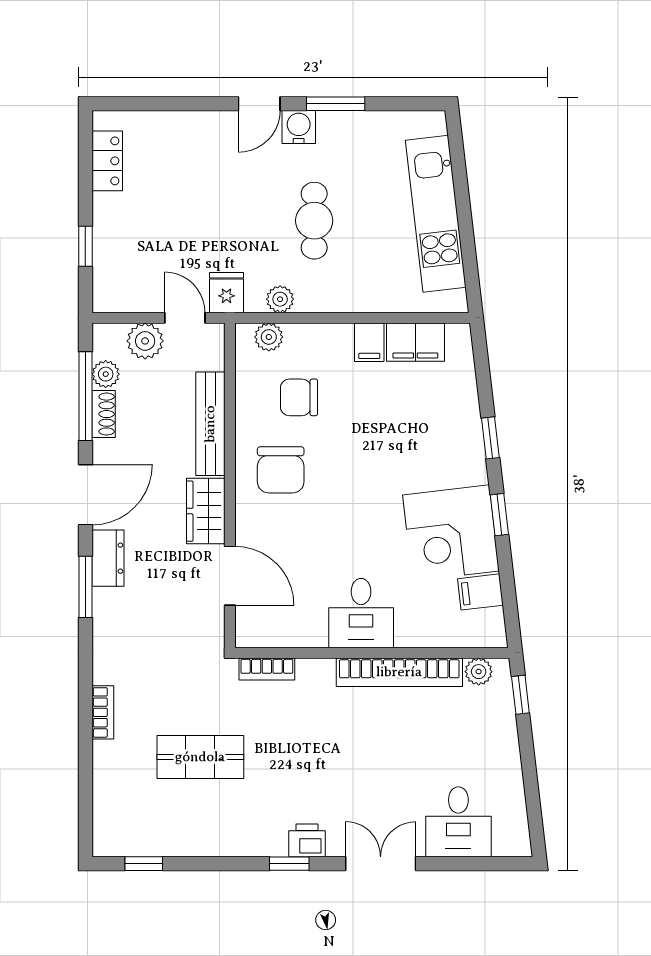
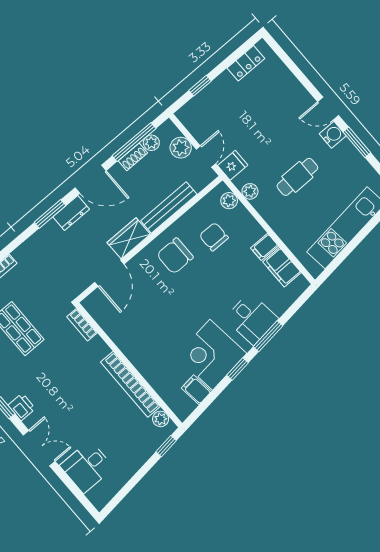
window: (490, 438) -> (268, 336), width x1.50
desk: (361, 613) -> (252, 319), moved, turned -97

